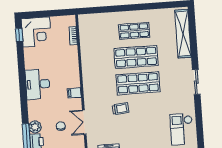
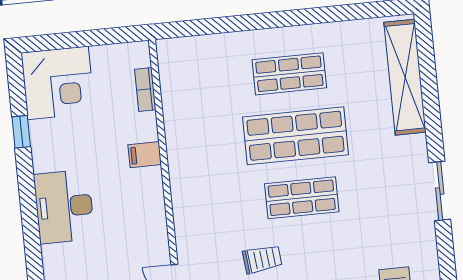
window: (19, 35) -> (21, 132), moved
shop shelf: (138, 83) -> (302, 198), width x0.70, depth x0.74
filing cabinet: (74, 93) -> (145, 155), moved

